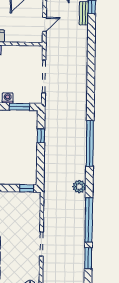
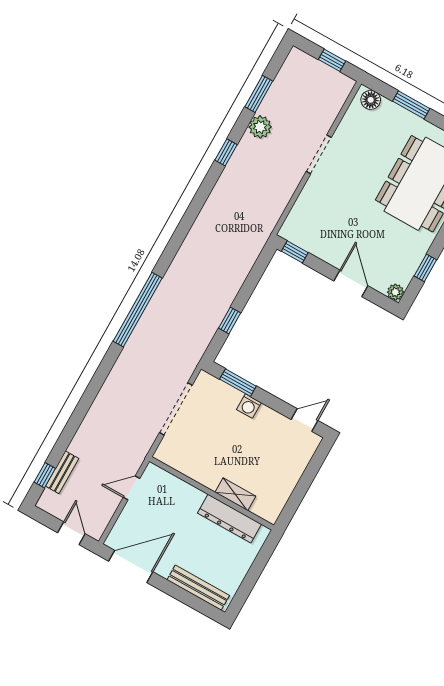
window: (90, 143) -> (138, 310), moved
plant: (79, 187) -> (260, 127), moved
window: (89, 220) -> (226, 152), width x0.32

